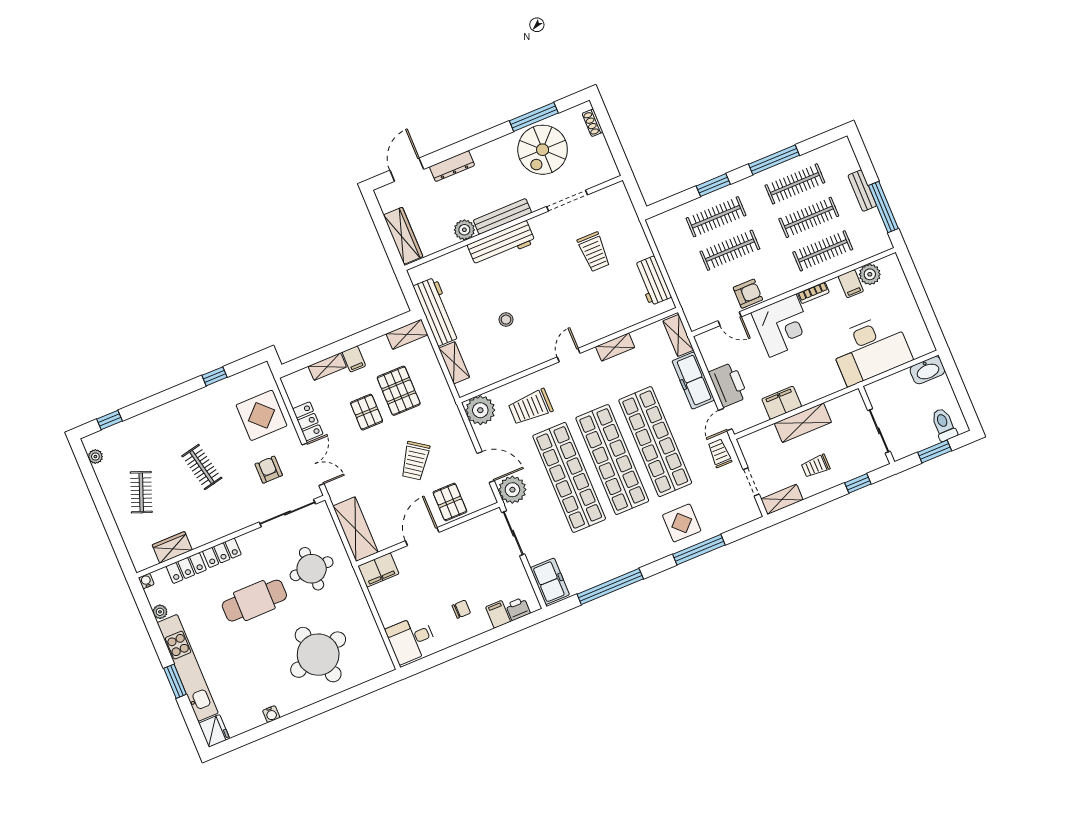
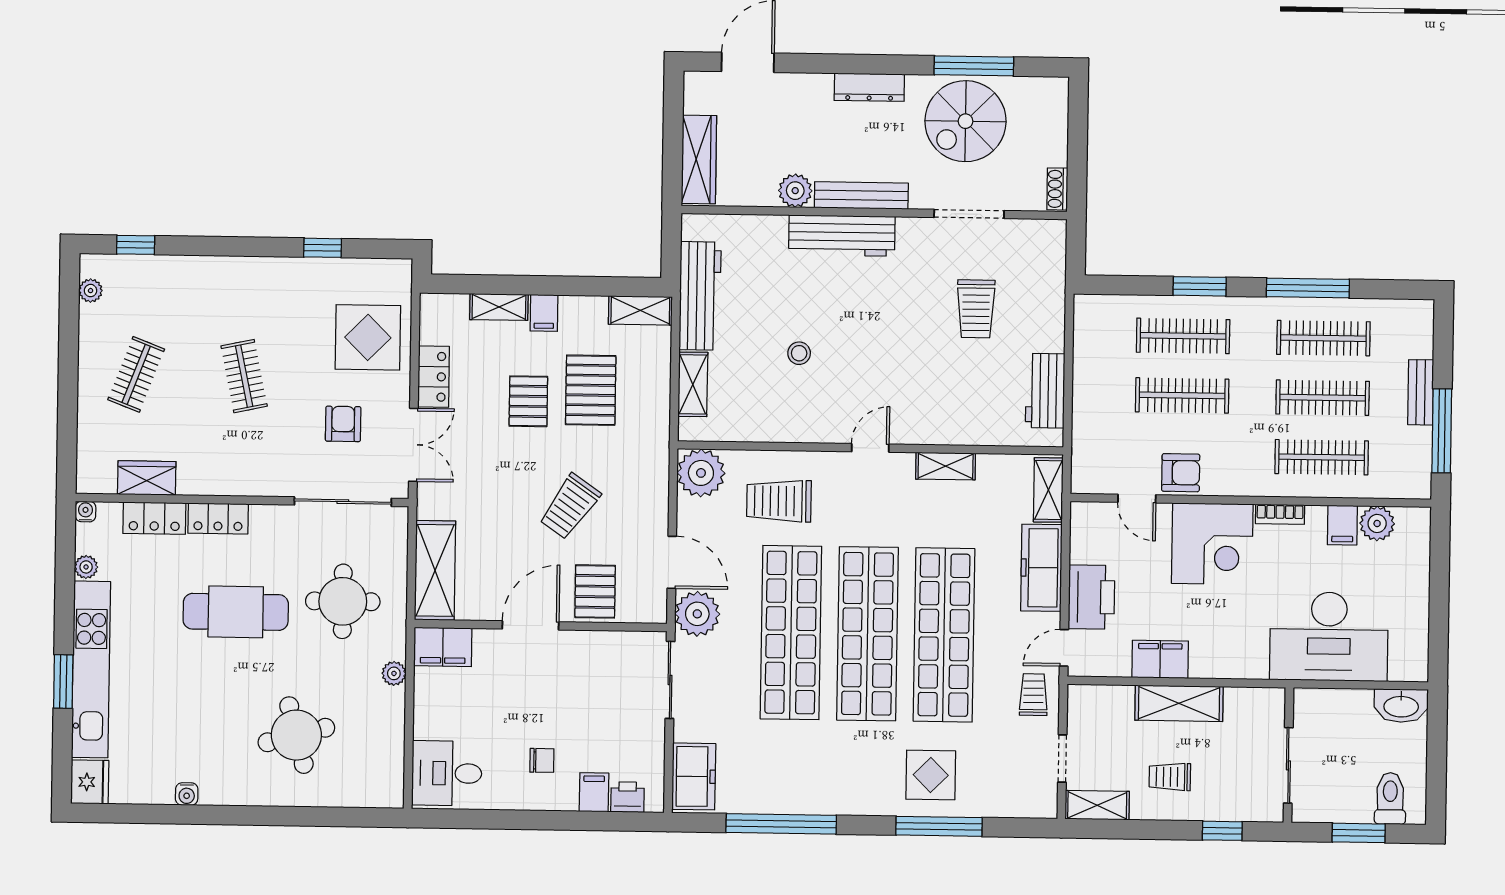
shoe rack: (593, 123) -> (1057, 189), moved
dresser: (452, 166) -> (869, 87), moved
plant: (358, 597) -> (394, 673), added
round table: (318, 655) -> (296, 735), width x0.73, depth x0.73

